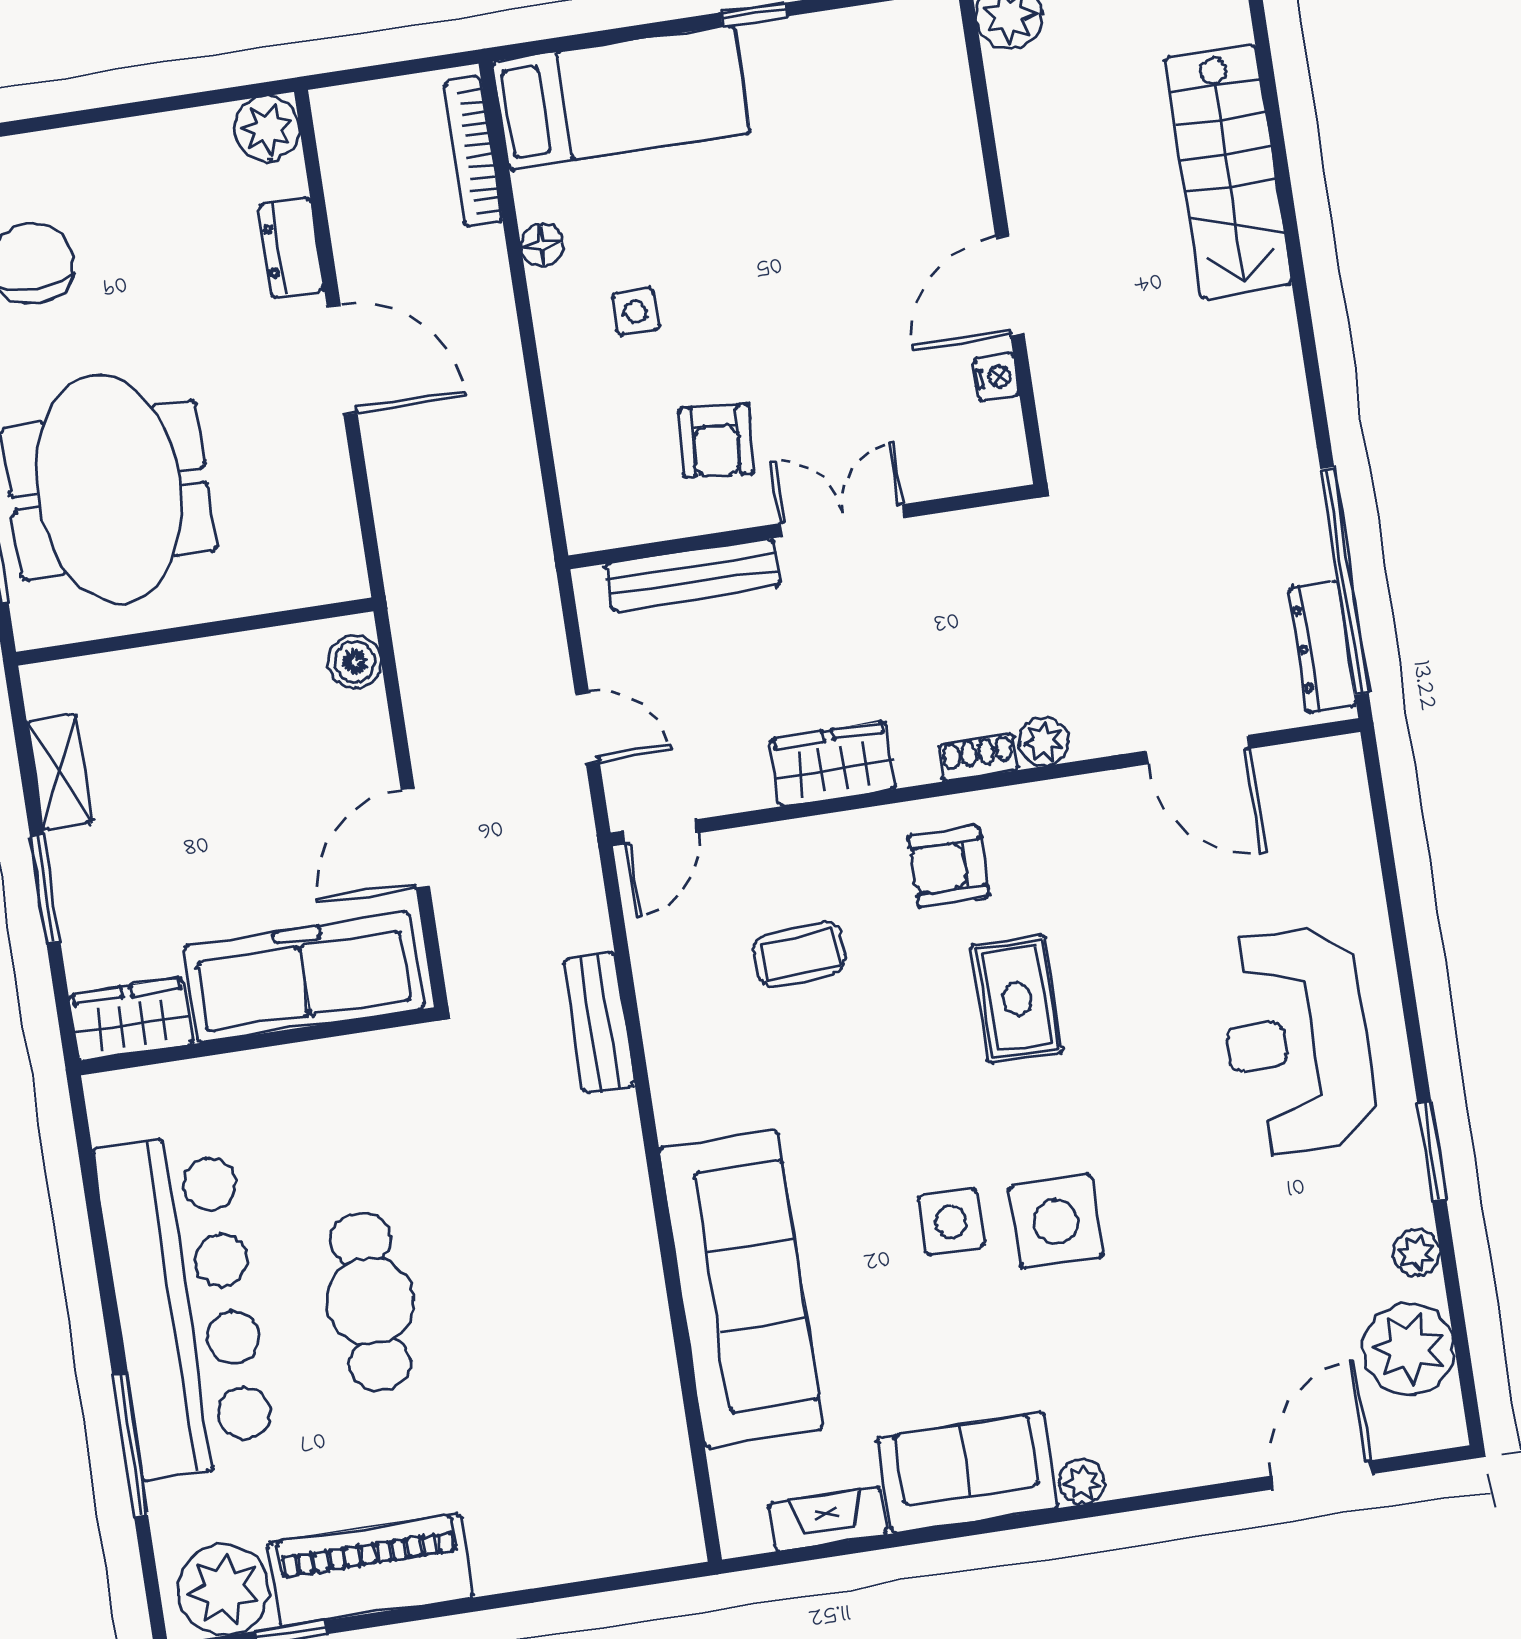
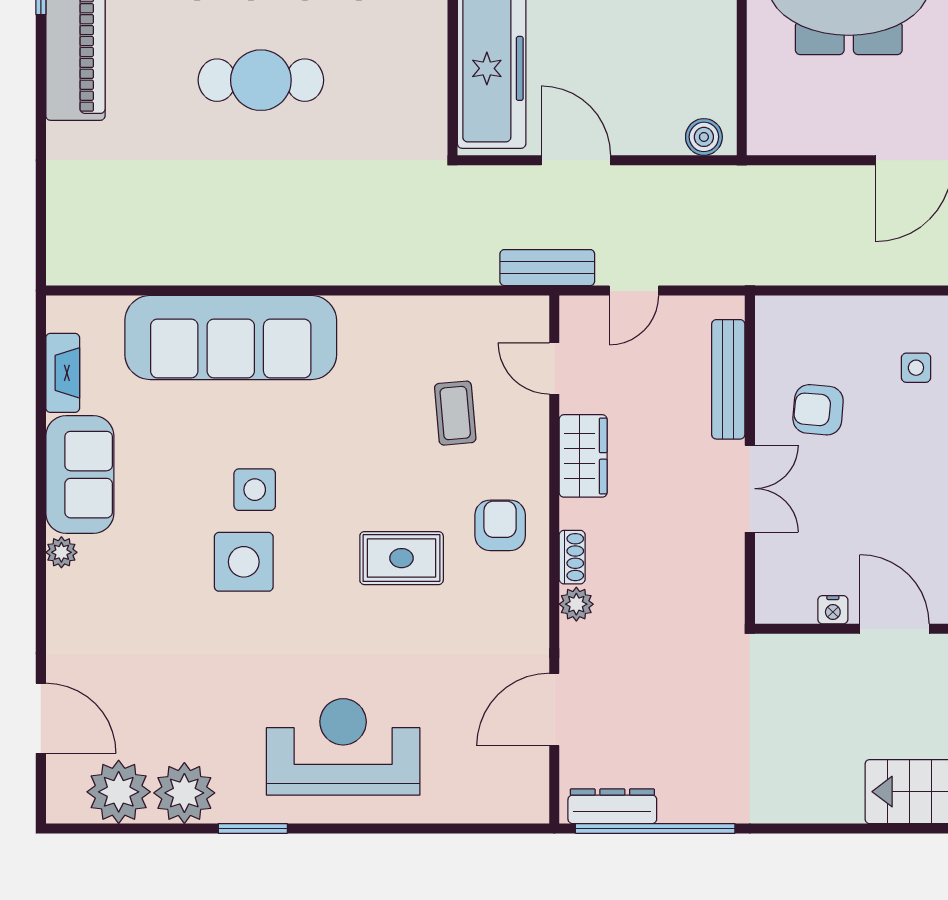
door: (660, 832) -> (554, 368), moved
bench: (599, 1022) -> (547, 268), moved
plant: (1416, 1252) -> (184, 793), width x1.88, depth x1.88

